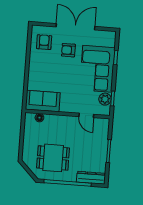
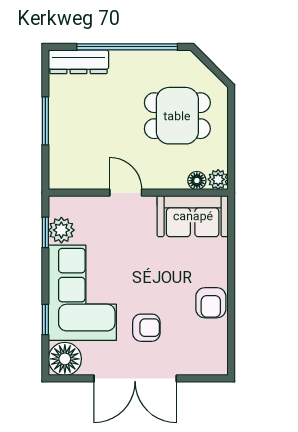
floor lamp: (108, 38) -> (65, 359), added
armchair: (44, 42) -> (211, 303), moved
door: (86, 115) -> (126, 193), moved
plant: (29, 117) -> (218, 179), added
dining table: (53, 158) -> (177, 116), moved

